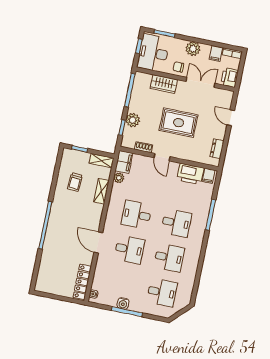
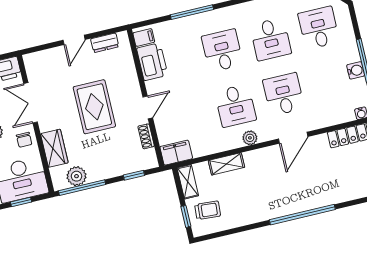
door: (231, 118) -> (74, 40), moved
plant: (133, 120) -> (76, 176), moved
plant: (119, 178) -> (250, 138), moved
trolley: (75, 182) -> (208, 210), moved
desk: (169, 258) -> (271, 39), turned 180

